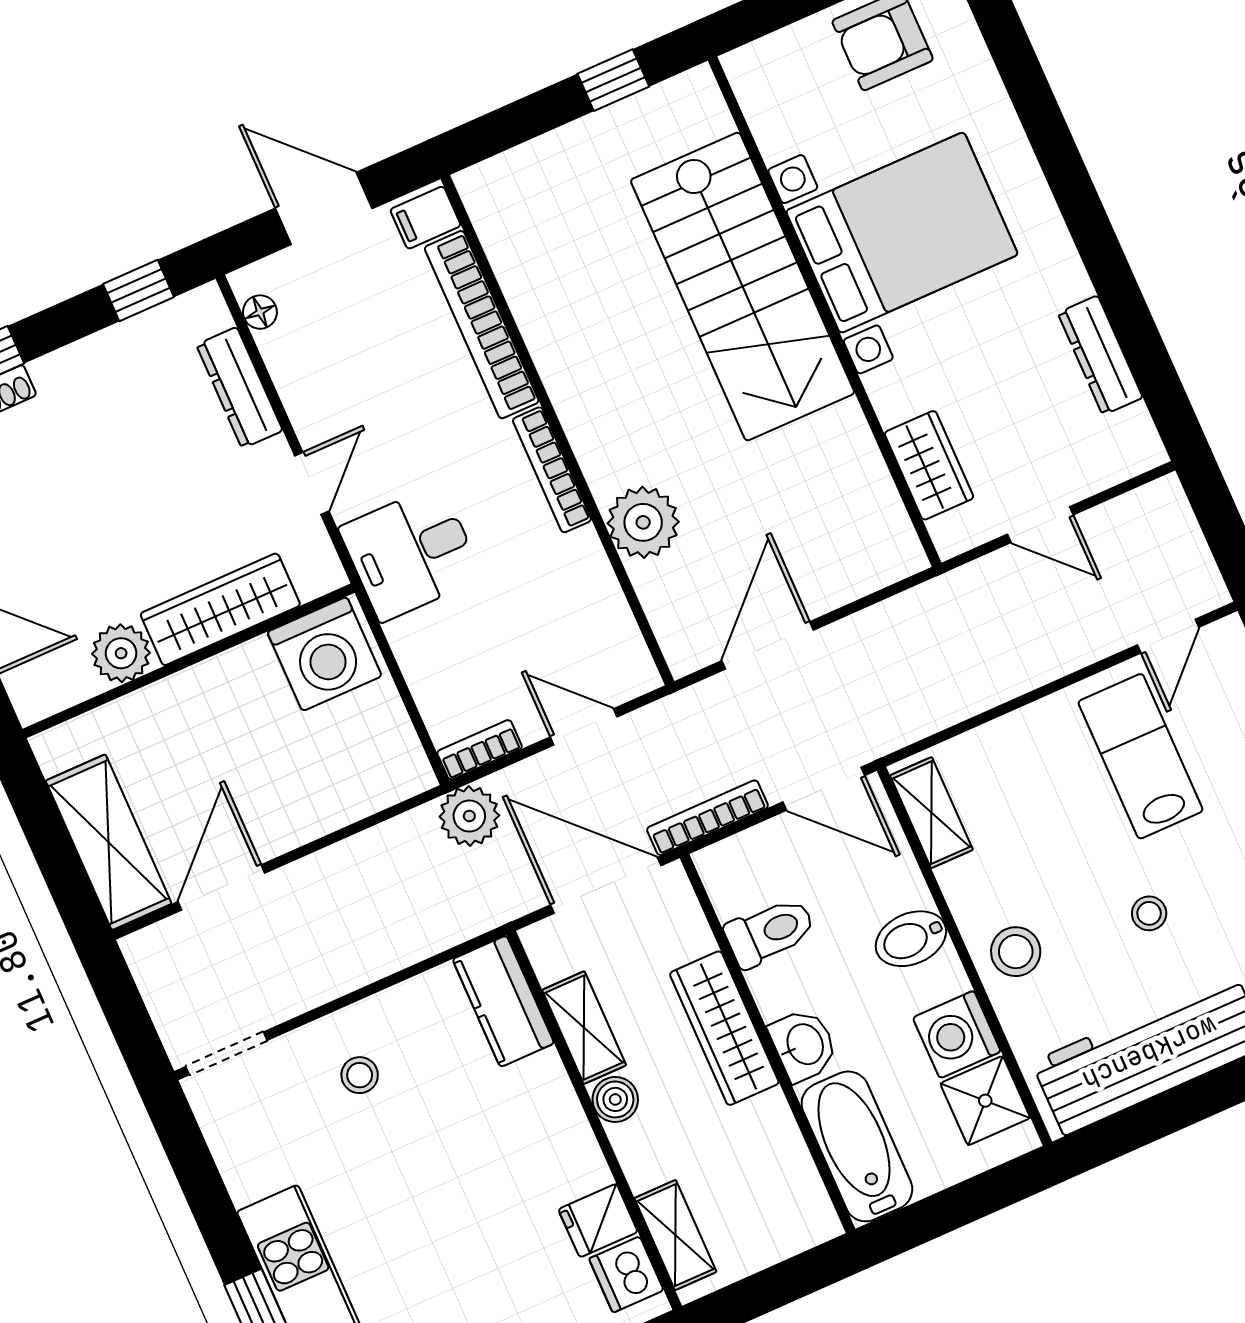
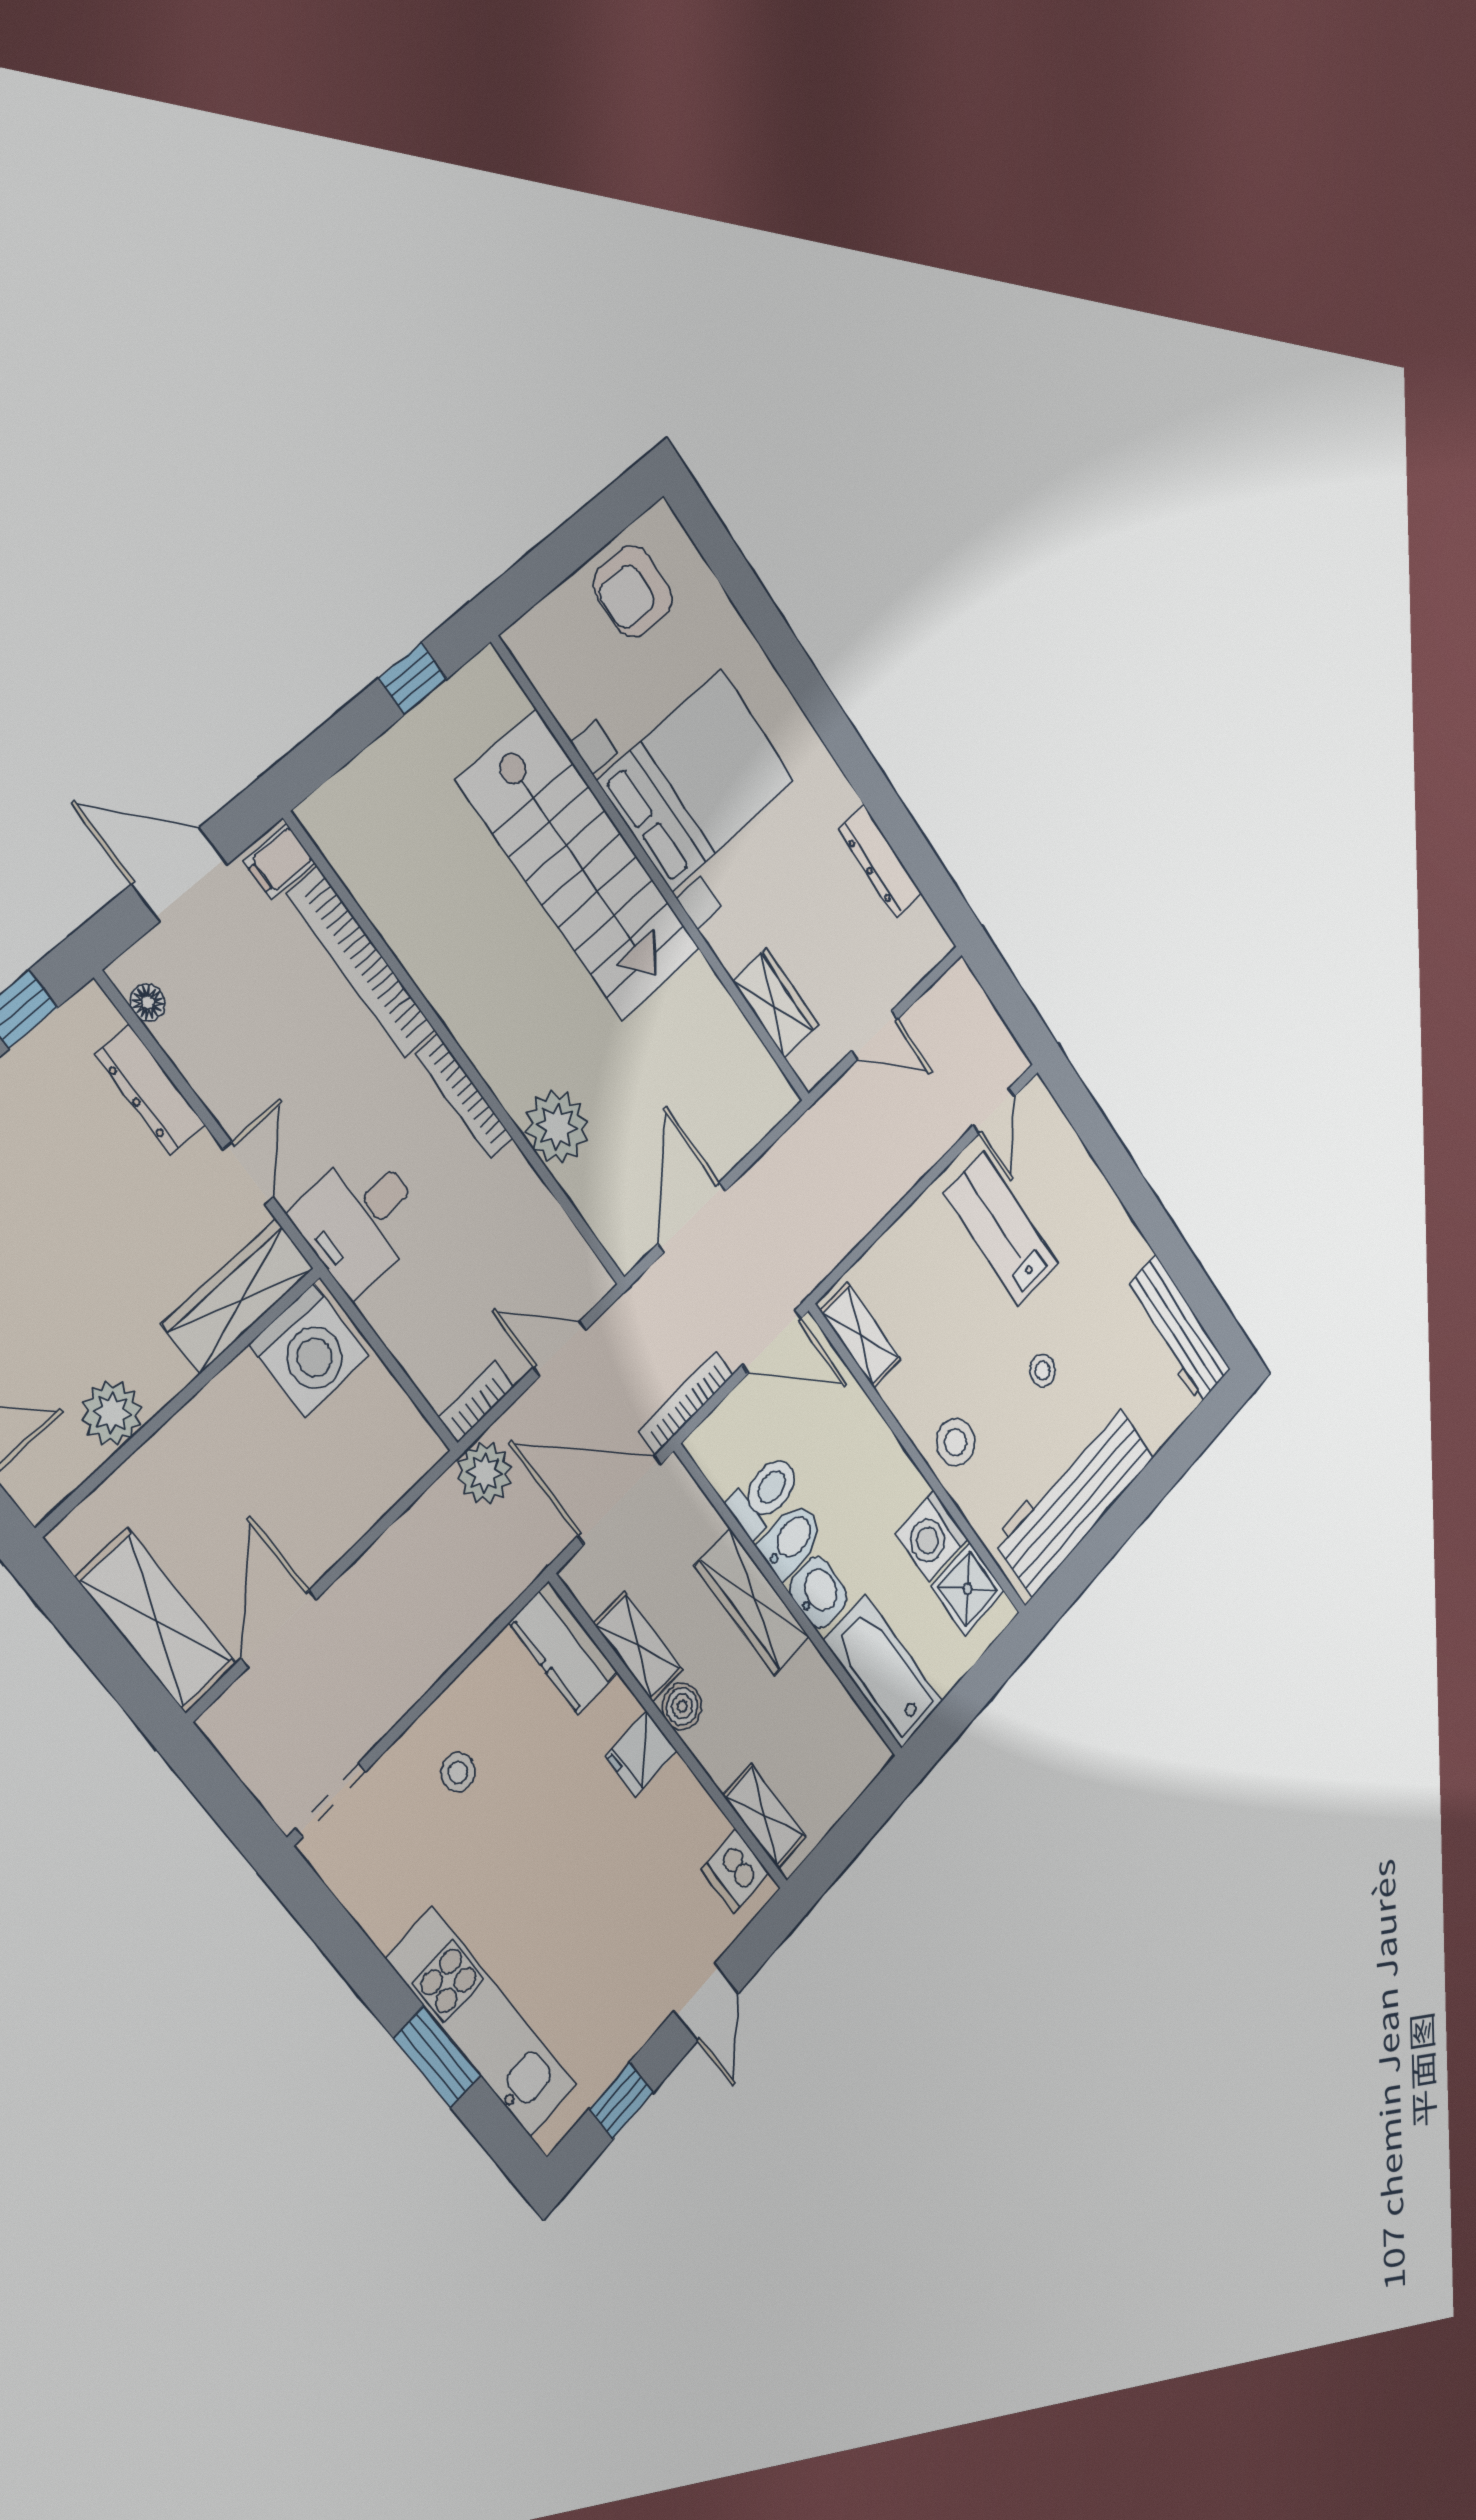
wardrobe: (220, 609) -> (238, 1296), moved
bidet: (911, 939) -> (791, 1540), moved, turned 180
fridge: (598, 1221) -> (641, 1753), moved

